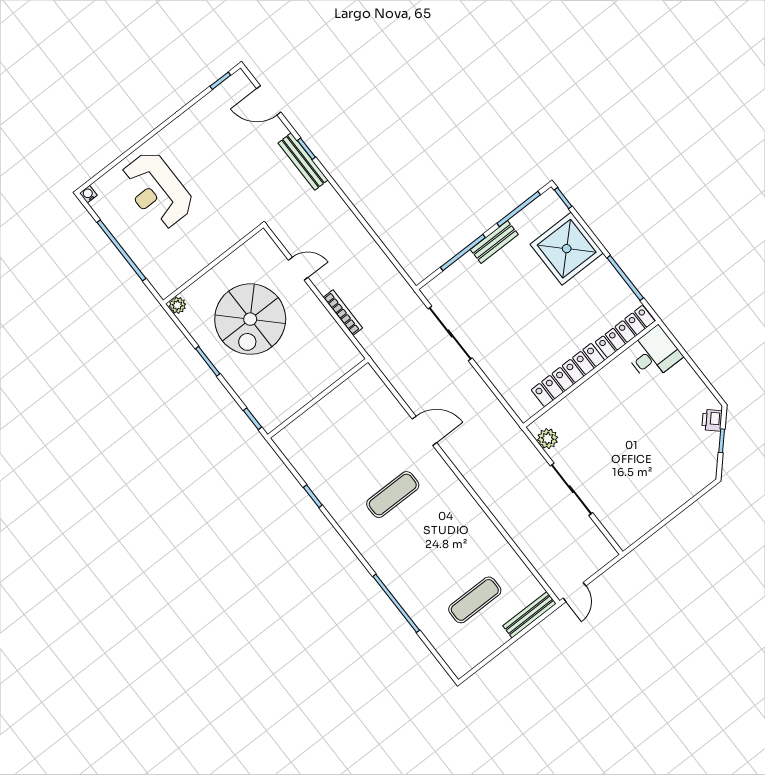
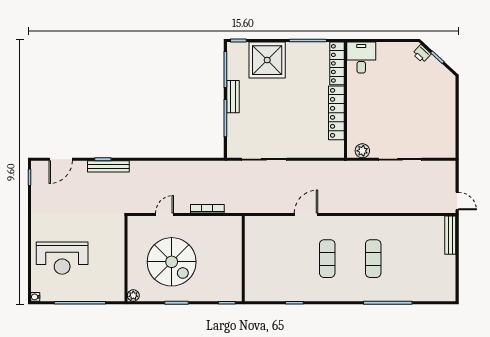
exercise mat: (475, 600) -> (373, 259), moved

